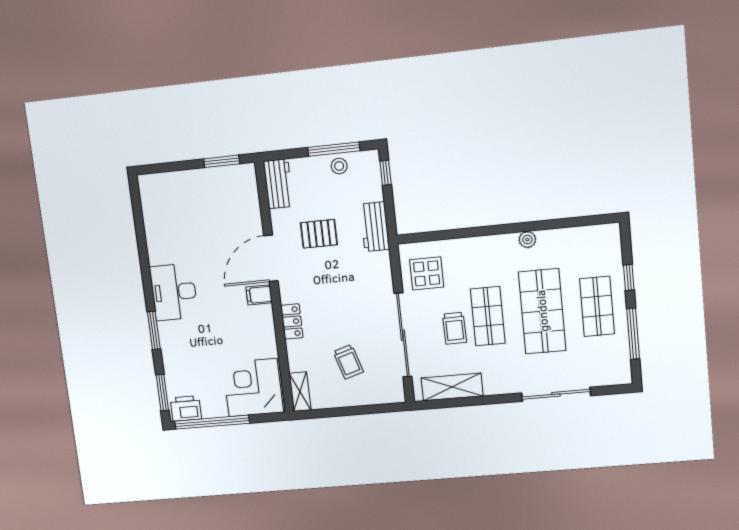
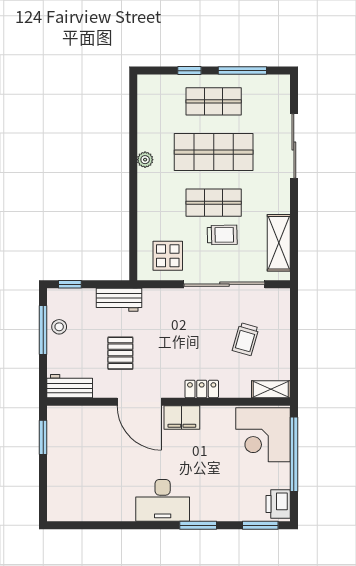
filing cabinet: (259, 295) -> (182, 418), width x2.00
trolley: (348, 362) -> (246, 339), turned 123
window: (212, 422) -> (294, 454), moved

